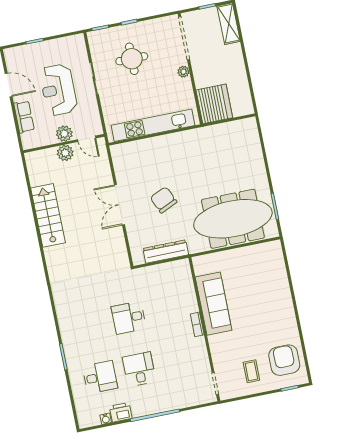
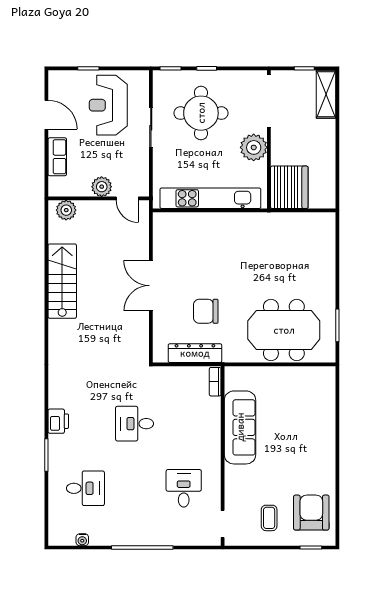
round table: (132, 59) -> (201, 113), width x1.36, depth x1.36
plant: (183, 72) -> (254, 147), width x1.88, depth x1.88
reception desk: (58, 90) -> (108, 105), moved
plant: (65, 153) -> (66, 210), moved
chair: (164, 200) -> (206, 311), moved, turned -66
meeting table: (233, 219) -> (284, 330), width x0.73
bookcase: (197, 324) -> (215, 382), moved
desk: (139, 369) -> (184, 488), moved
printer: (121, 412) -> (58, 421), moved, turned 90

